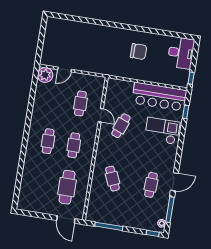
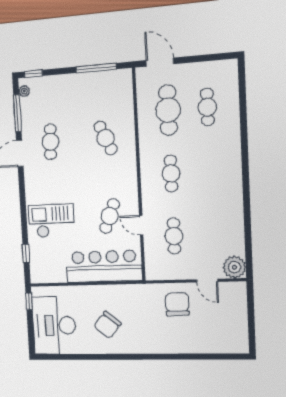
chair: (139, 52) -> (107, 325), turned -50
desk: (181, 53) -> (54, 325), width x1.36, depth x1.30
chair: (88, 57) -> (177, 304), added
door: (65, 69) -> (207, 281), swing flipped
bar counter: (159, 97) -> (104, 266), moved
checkout: (162, 131) -> (51, 221), turned 180
cafe table: (48, 141) -> (207, 107), moved

